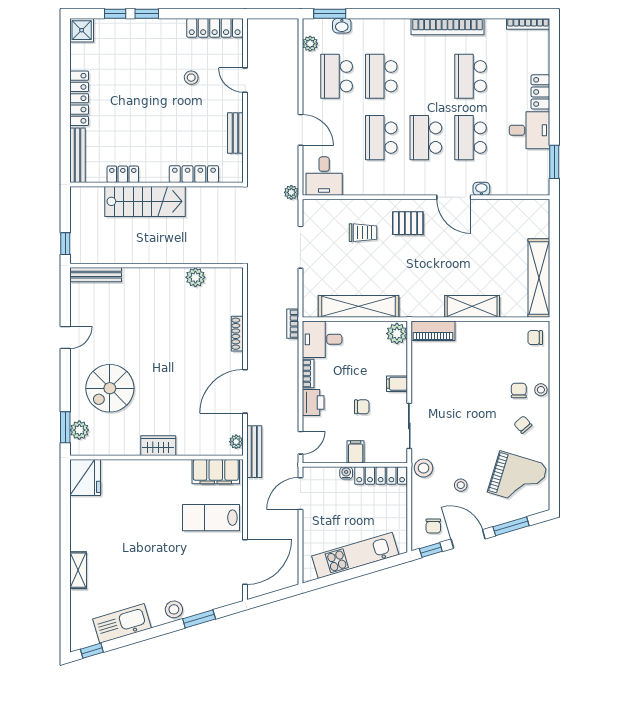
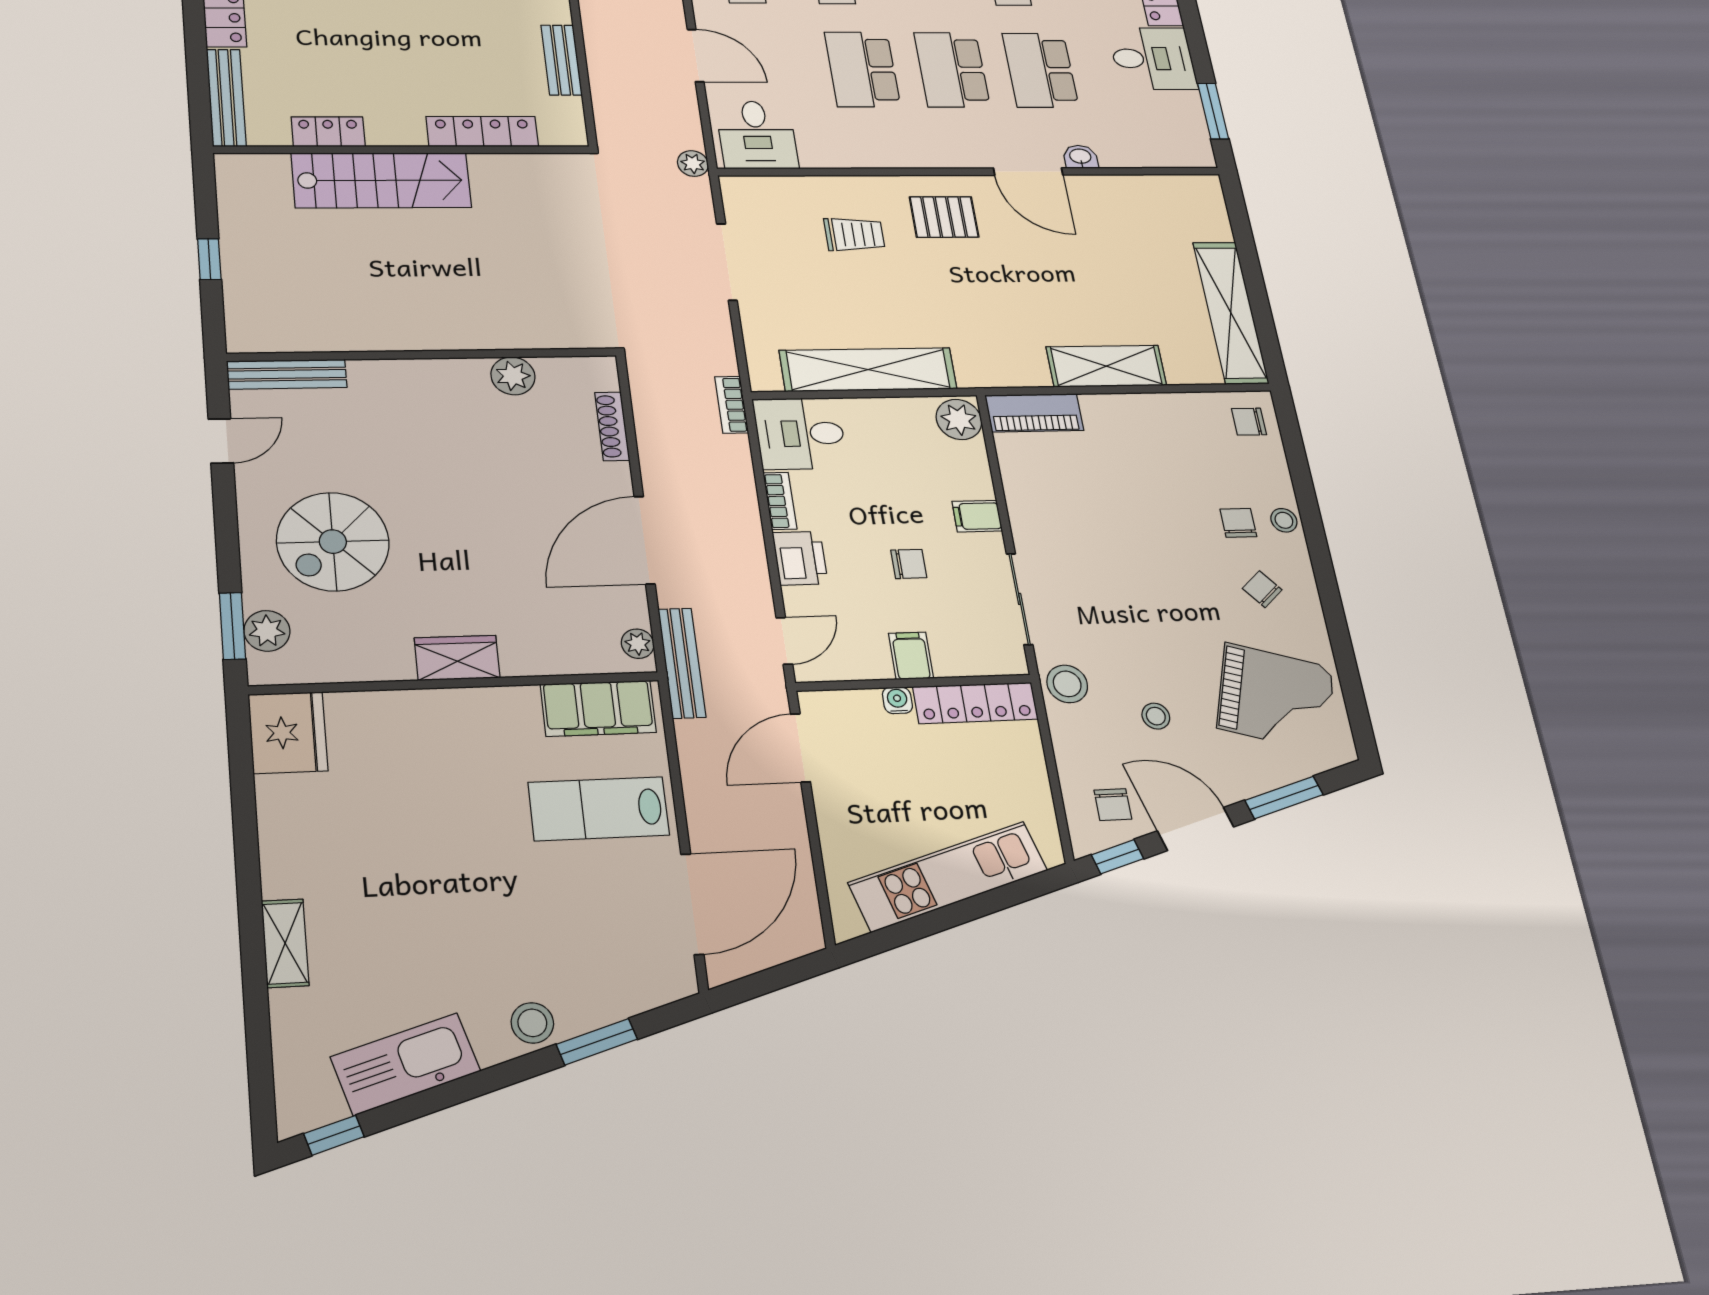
wall: (157, 266) -> (423, 355), moved
bench: (96, 275) -> (287, 374), moved
plant: (195, 277) -> (513, 376), moved

